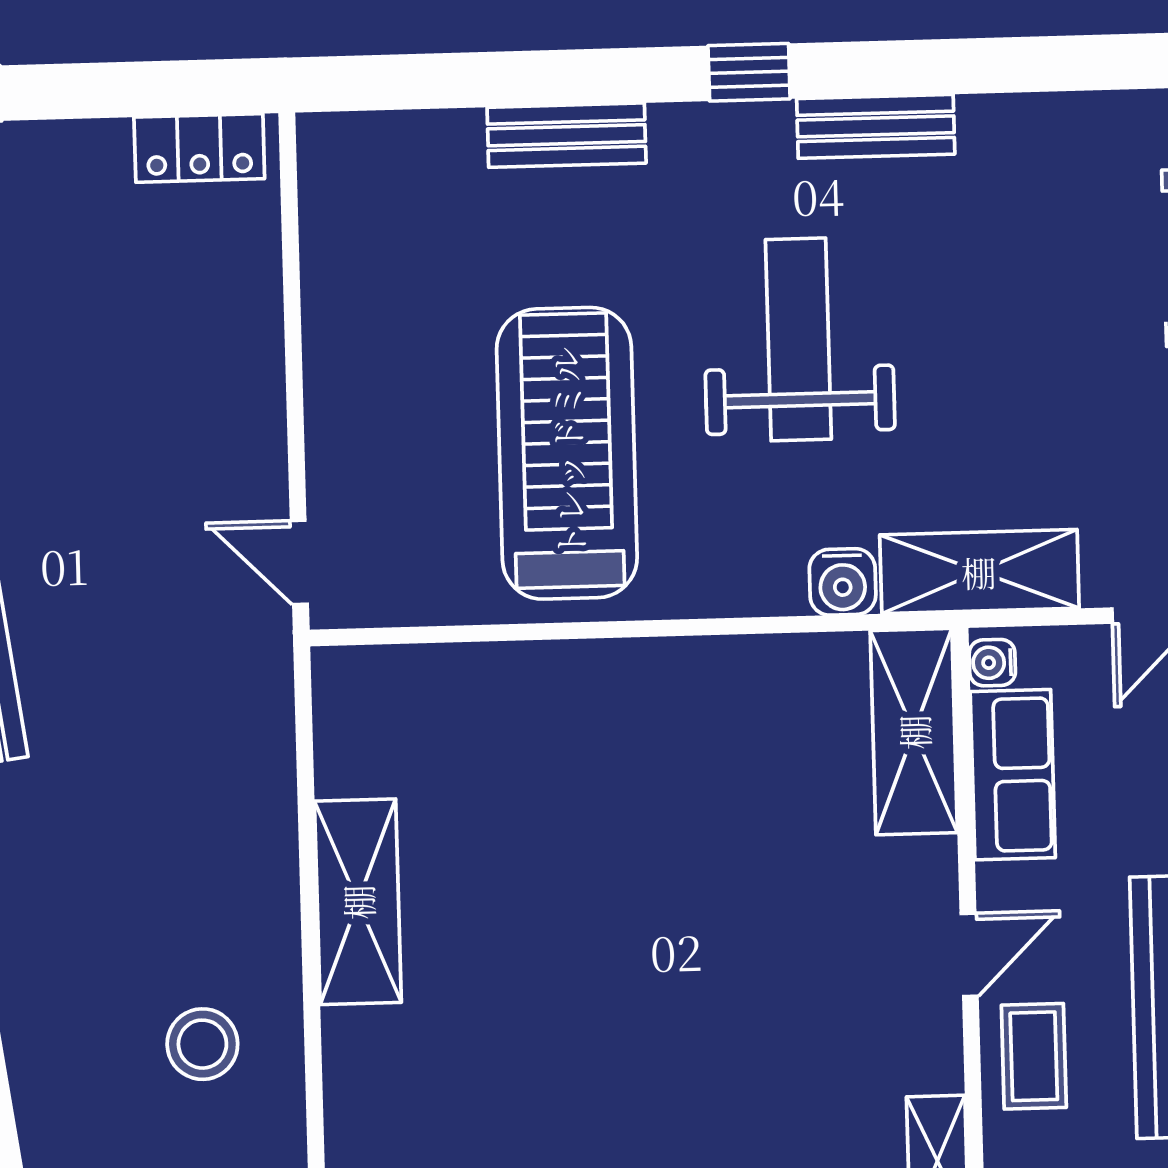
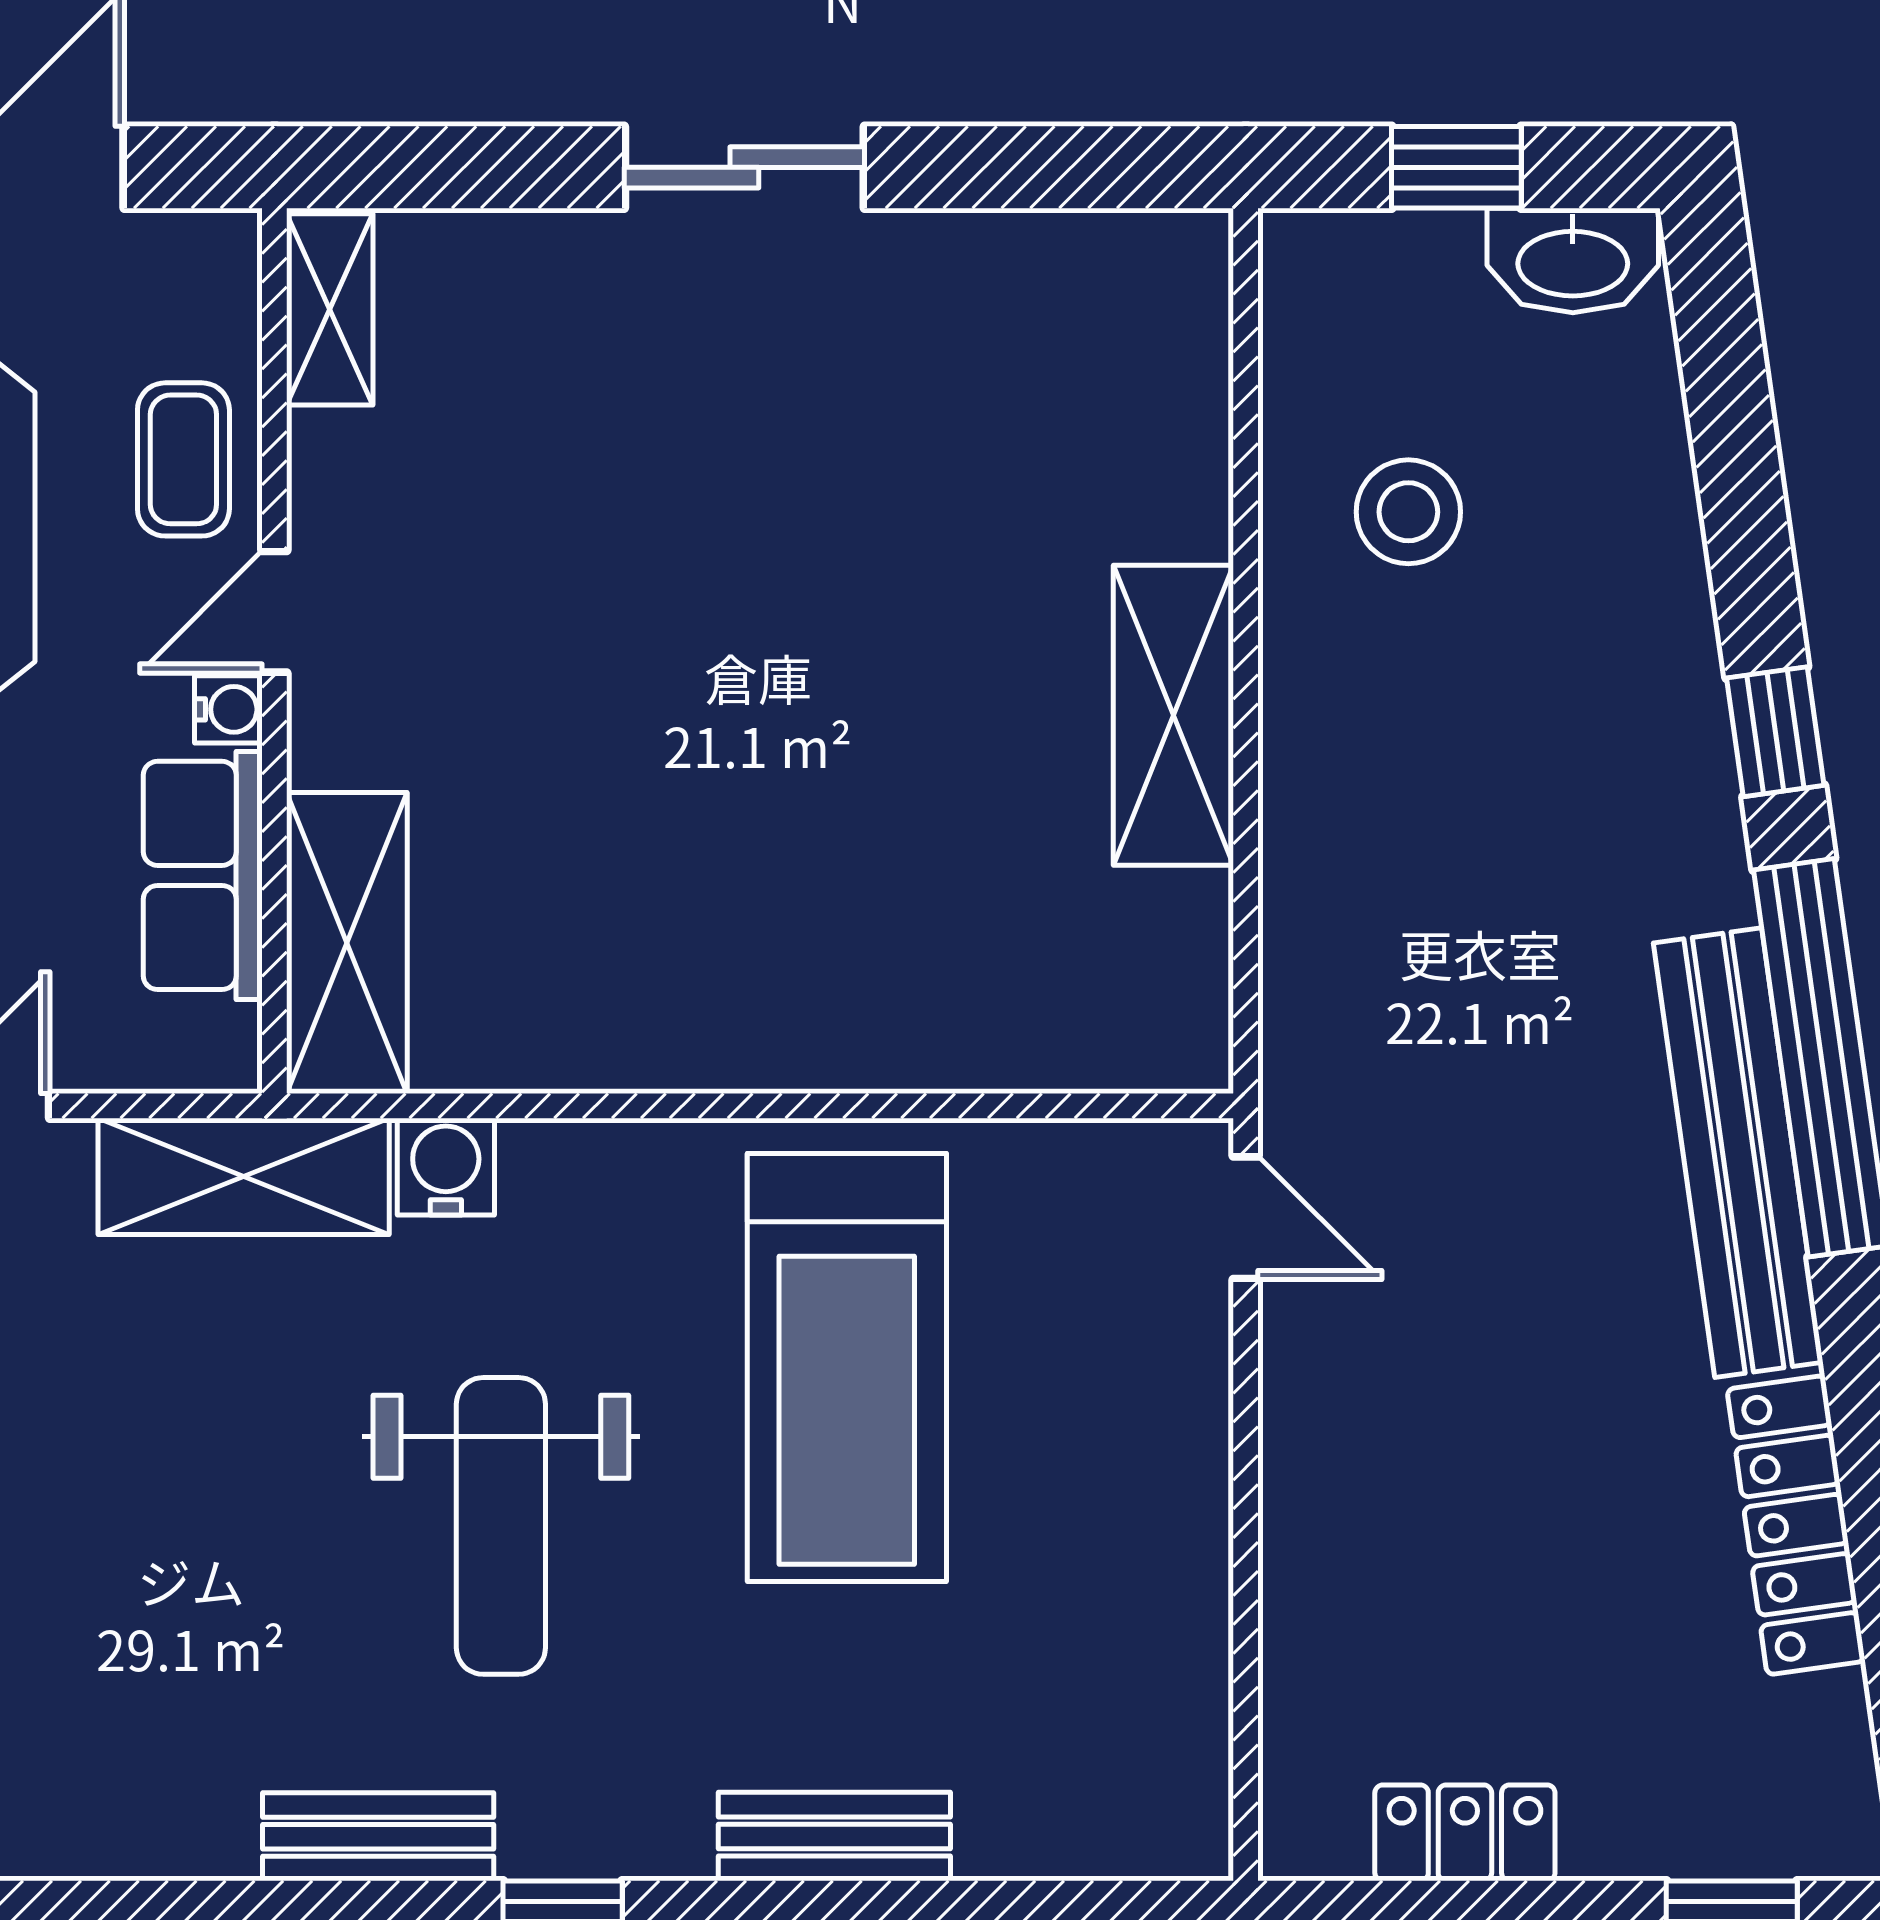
locker: (199, 148) -> (1465, 1833), moved
water cooler: (992, 663) -> (228, 709), moved

